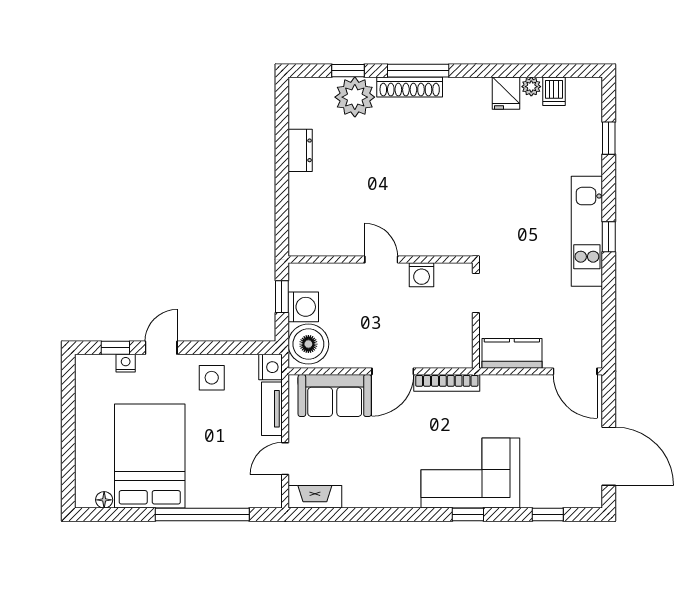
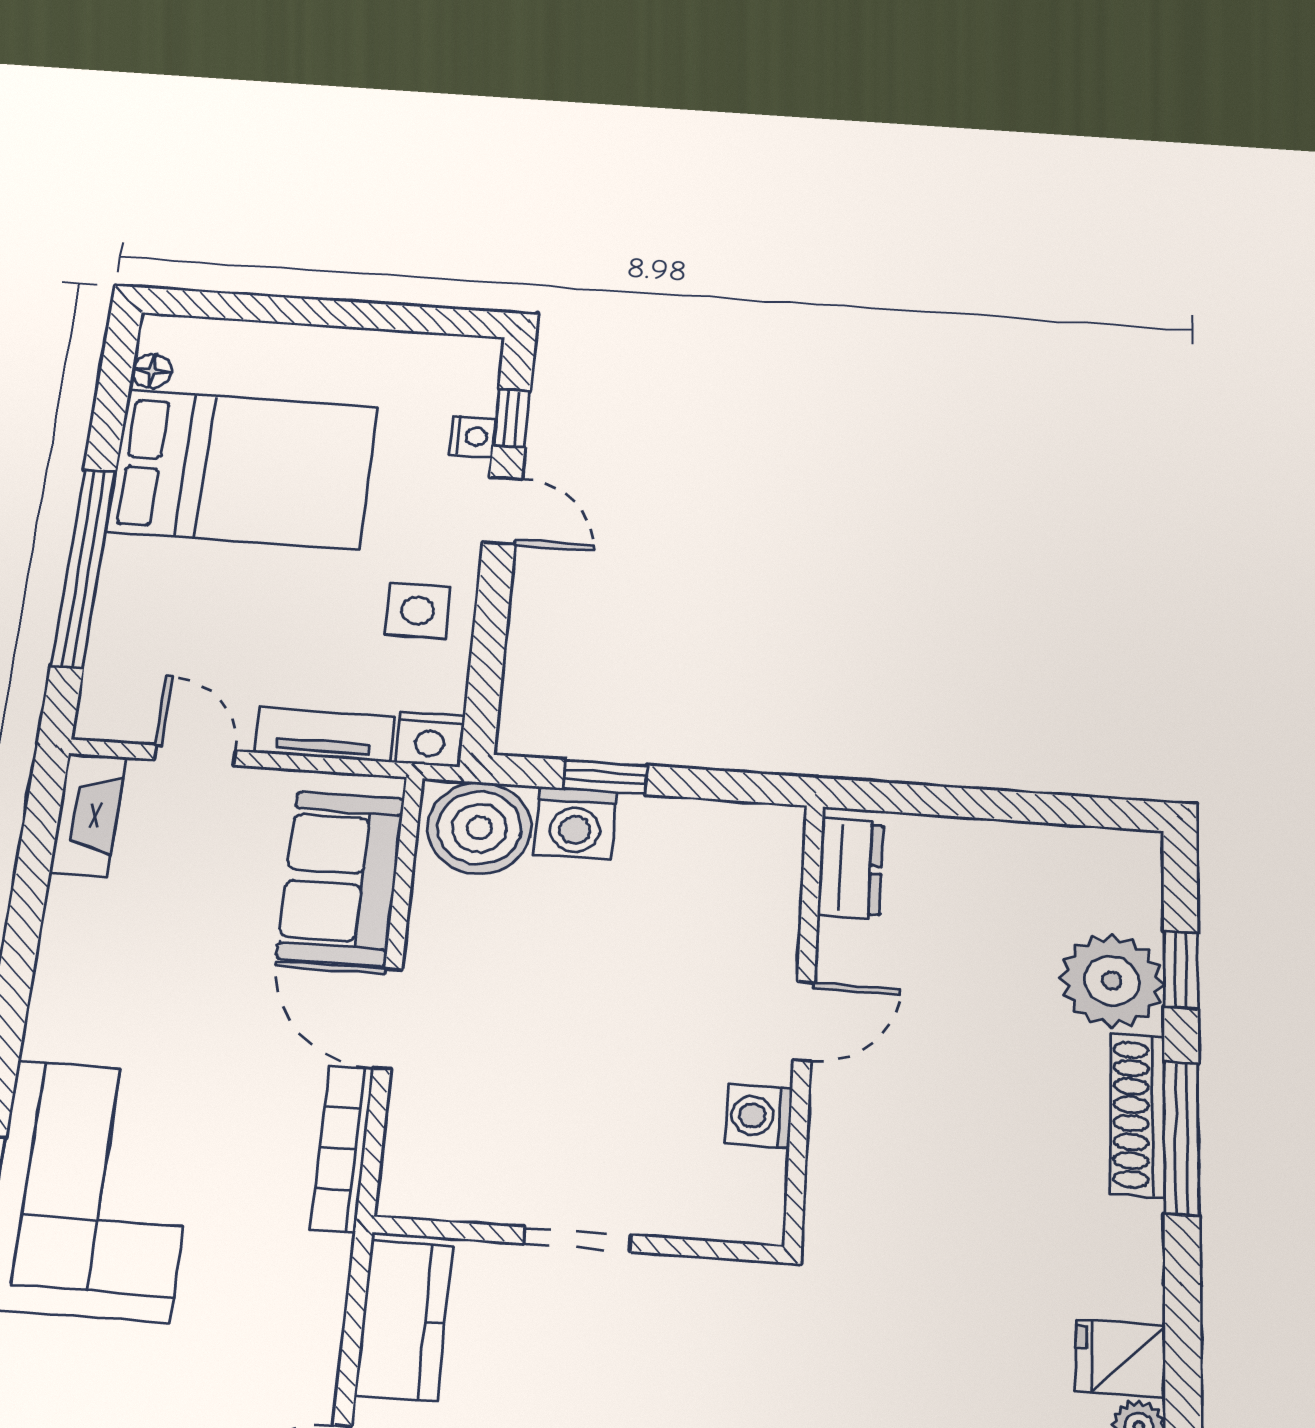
dresser: (300, 150) -> (850, 868), moved, turned -90
door: (381, 260) -> (804, 1021), moved
wall: (381, 260) -> (804, 1020), moved
washing machine: (422, 275) -> (759, 1116), moved

